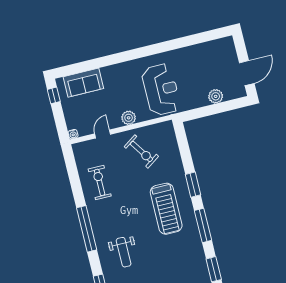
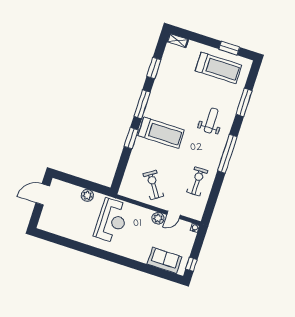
reception desk: (161, 90) -> (112, 221), turned 180
plant: (216, 96) -> (87, 195), moved
plant: (129, 118) -> (158, 218), moved
exercise bike: (100, 182) -> (197, 181), turned 180
treadmill: (166, 209) -> (161, 133), turned 90

